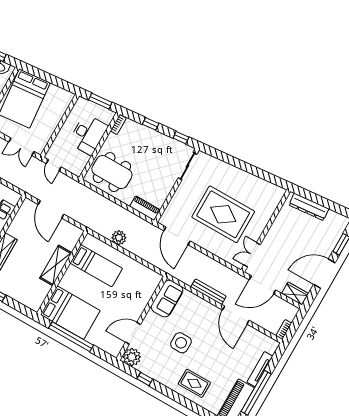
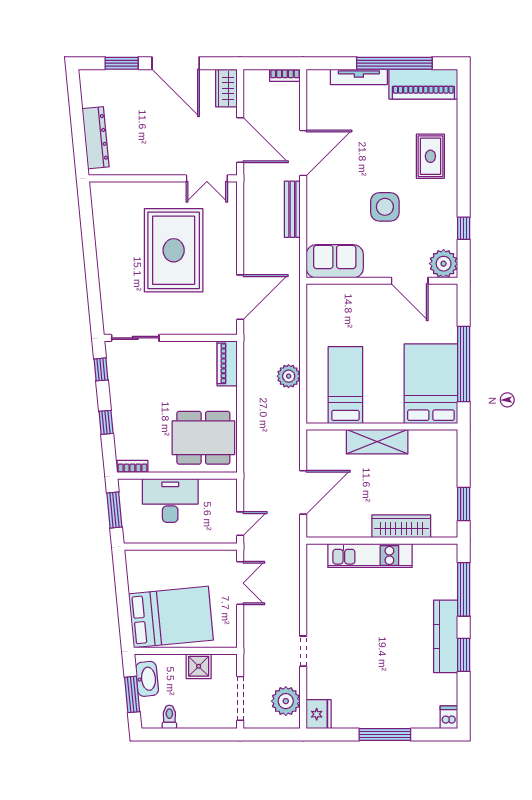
dining table: (112, 172) -> (203, 438), turned 90

